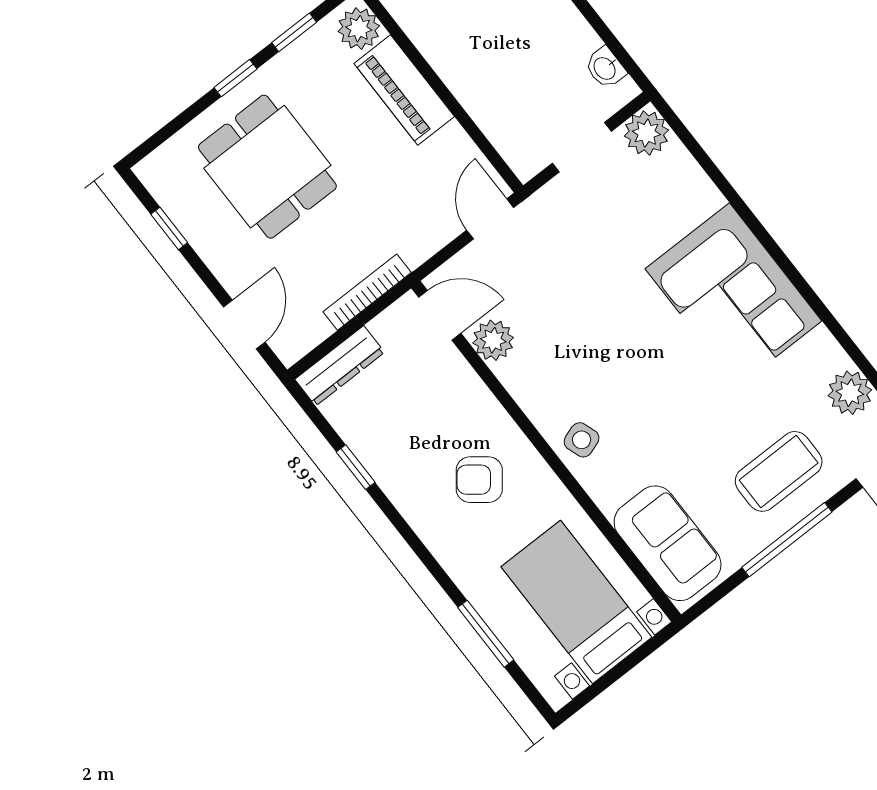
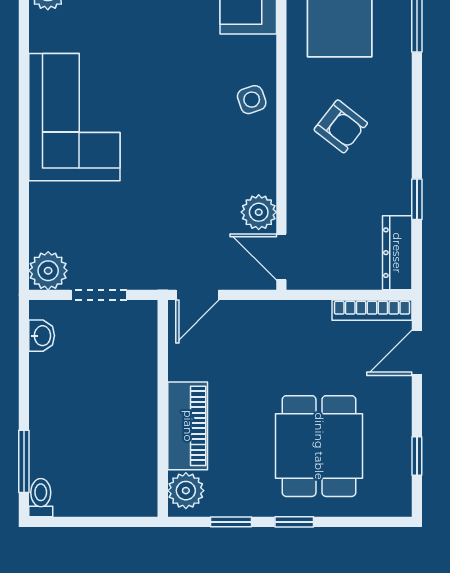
bookcase: (367, 292) -> (372, 310), moved
dresser: (340, 366) -> (397, 253), moved, turned -90

